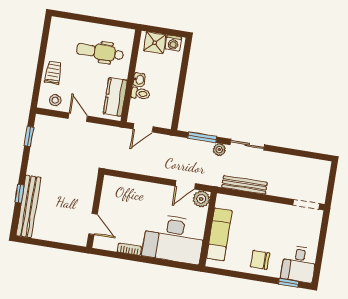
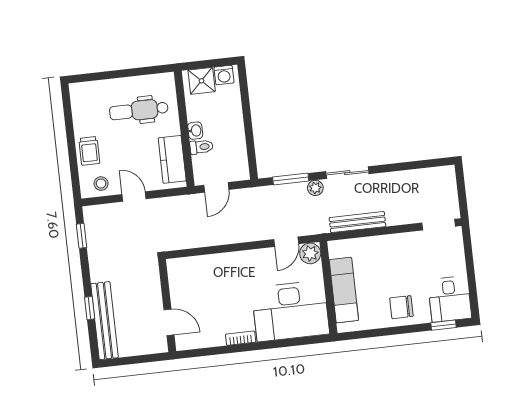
trolley: (53, 72) -> (89, 151), turned 180
wall: (95, 211) -> (167, 306), moved
door: (93, 224) -> (169, 322), moved

